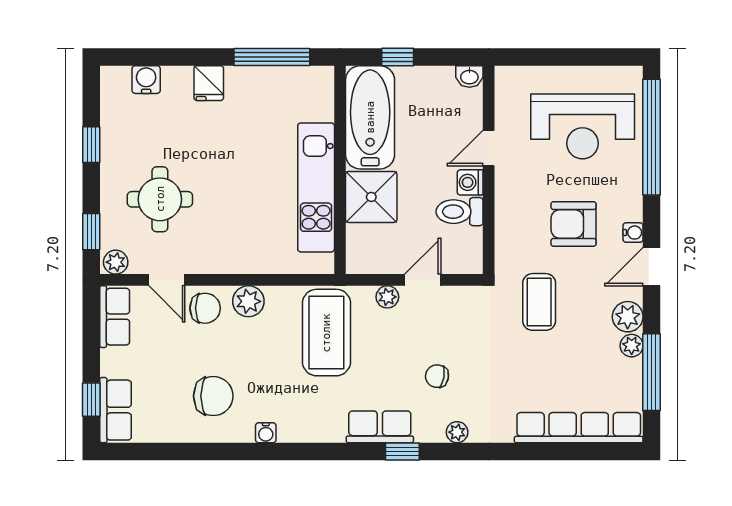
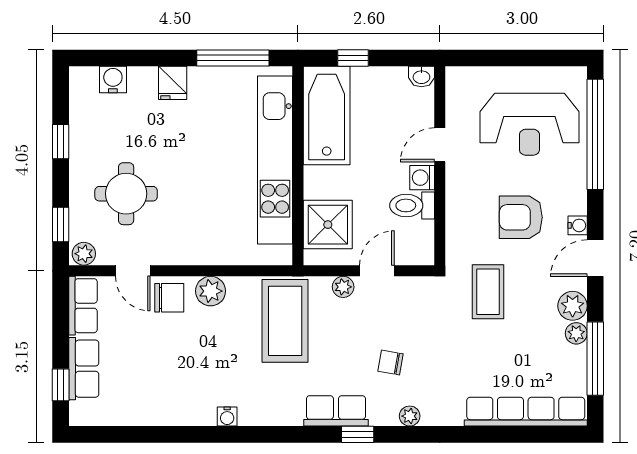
kitchen unit: (316, 187) -> (275, 160), width x1.36
shower: (371, 197) -> (328, 225), moved
chair: (213, 396) -> (177, 382), removed
row of seats: (116, 410) -> (84, 369), moved

